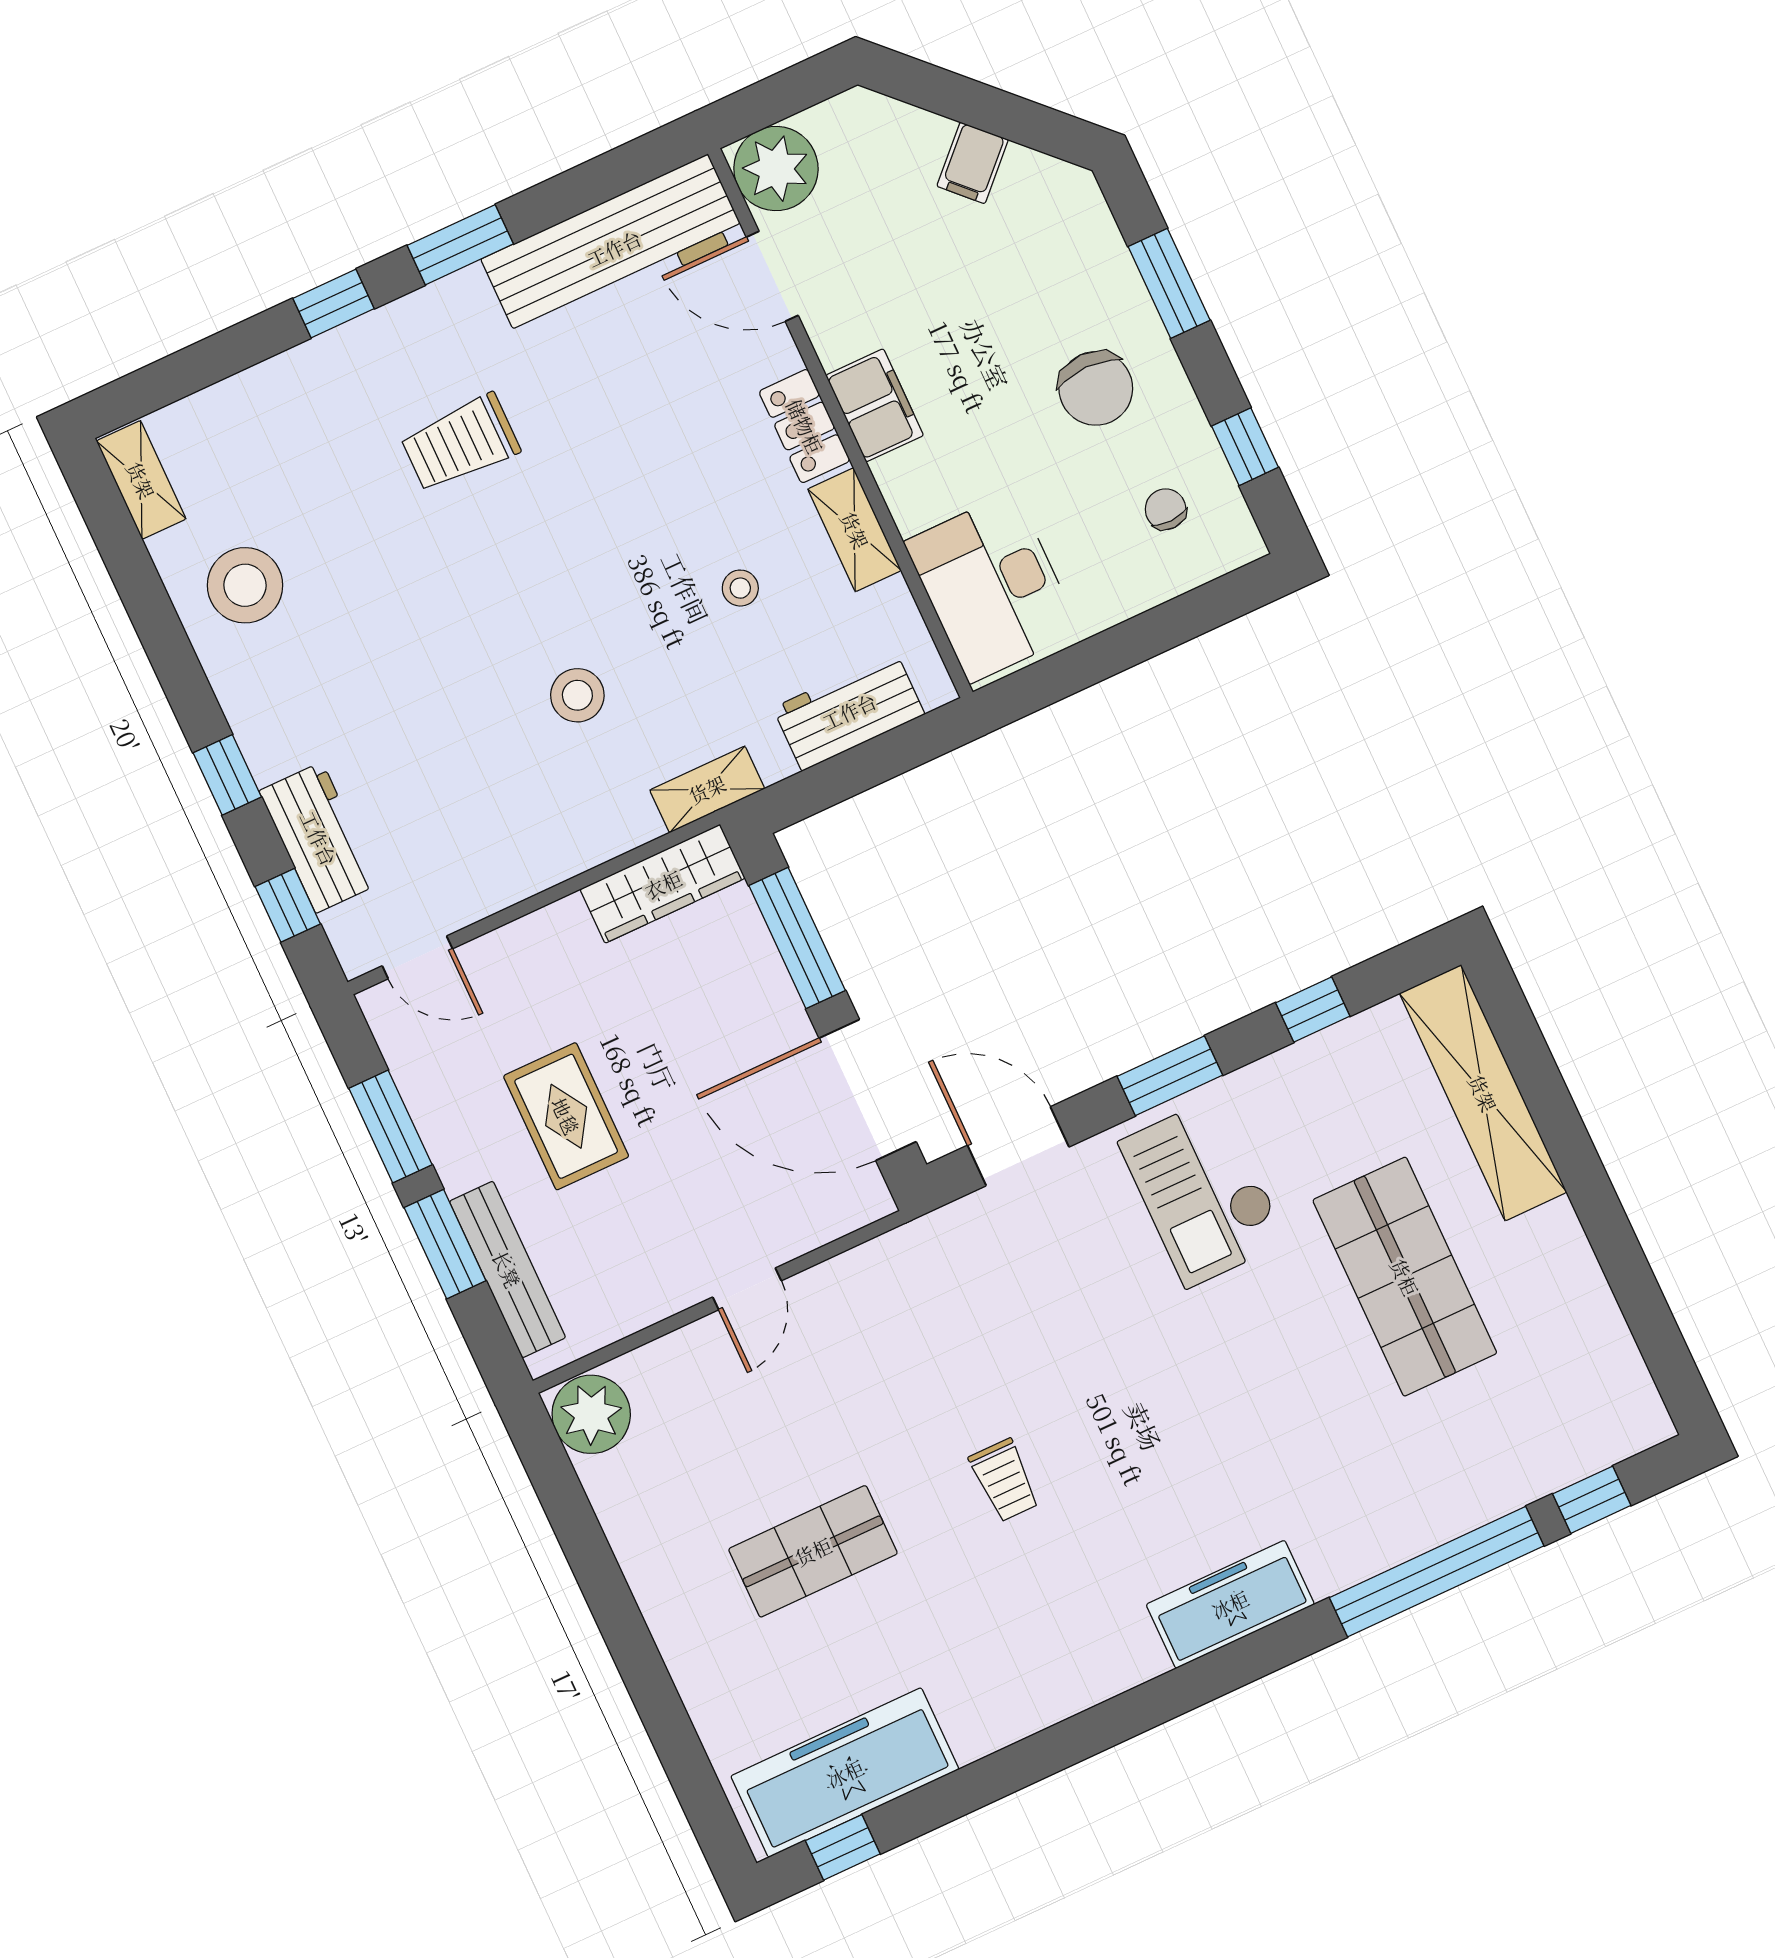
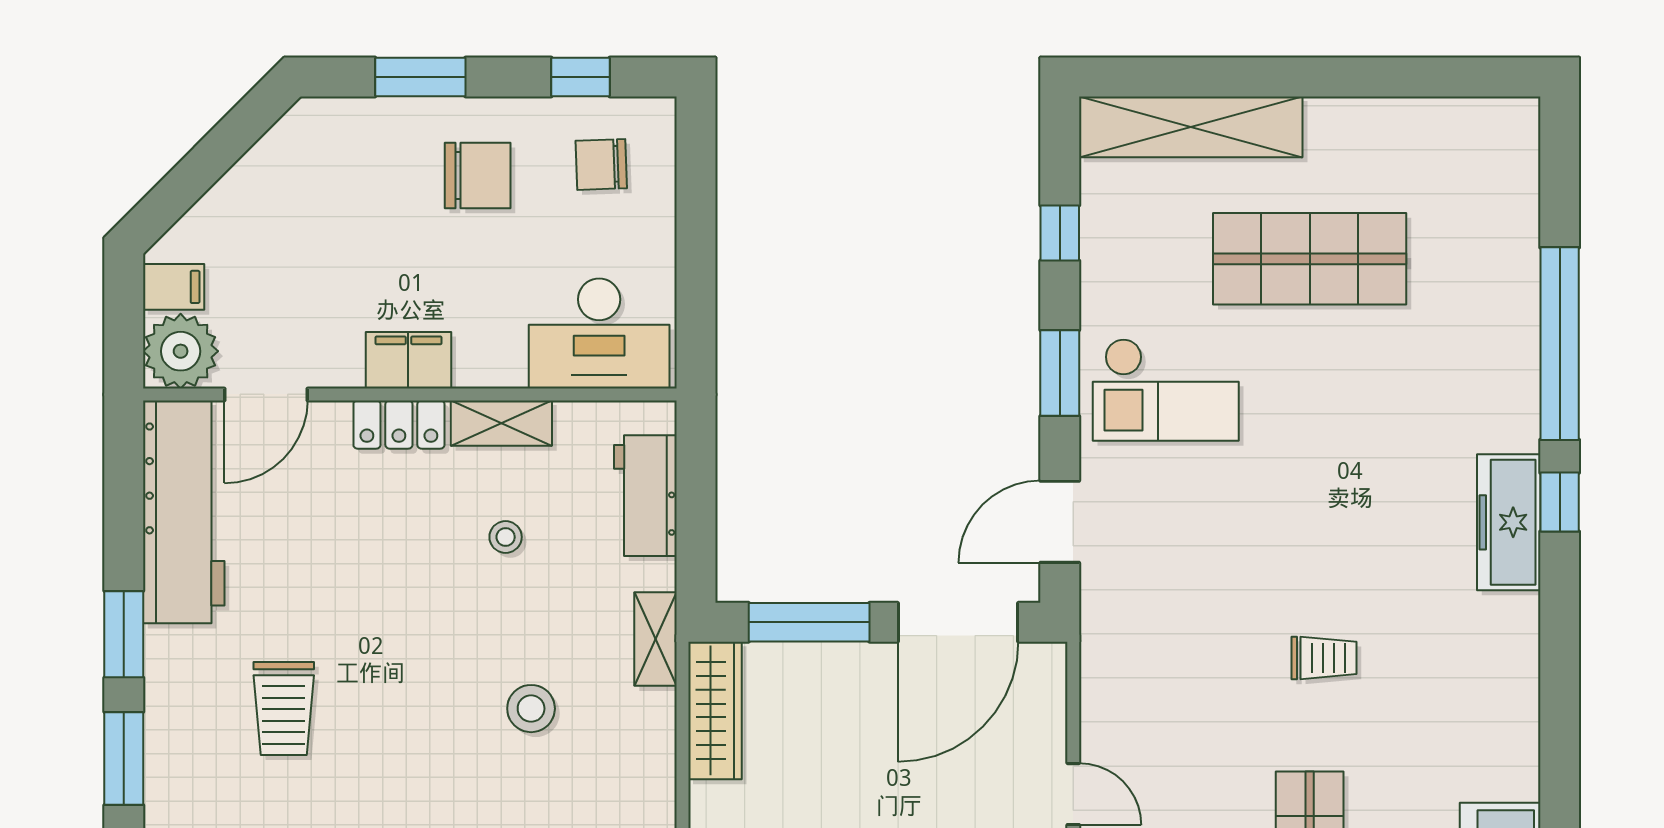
filing cabinet: (973, 163) -> (174, 287), moved, turned -45
window: (334, 304) -> (124, 759), width x1.50
chair: (1166, 509) -> (601, 164), width x1.37, depth x1.37
window: (1592, 1500) -> (1560, 502), moved

